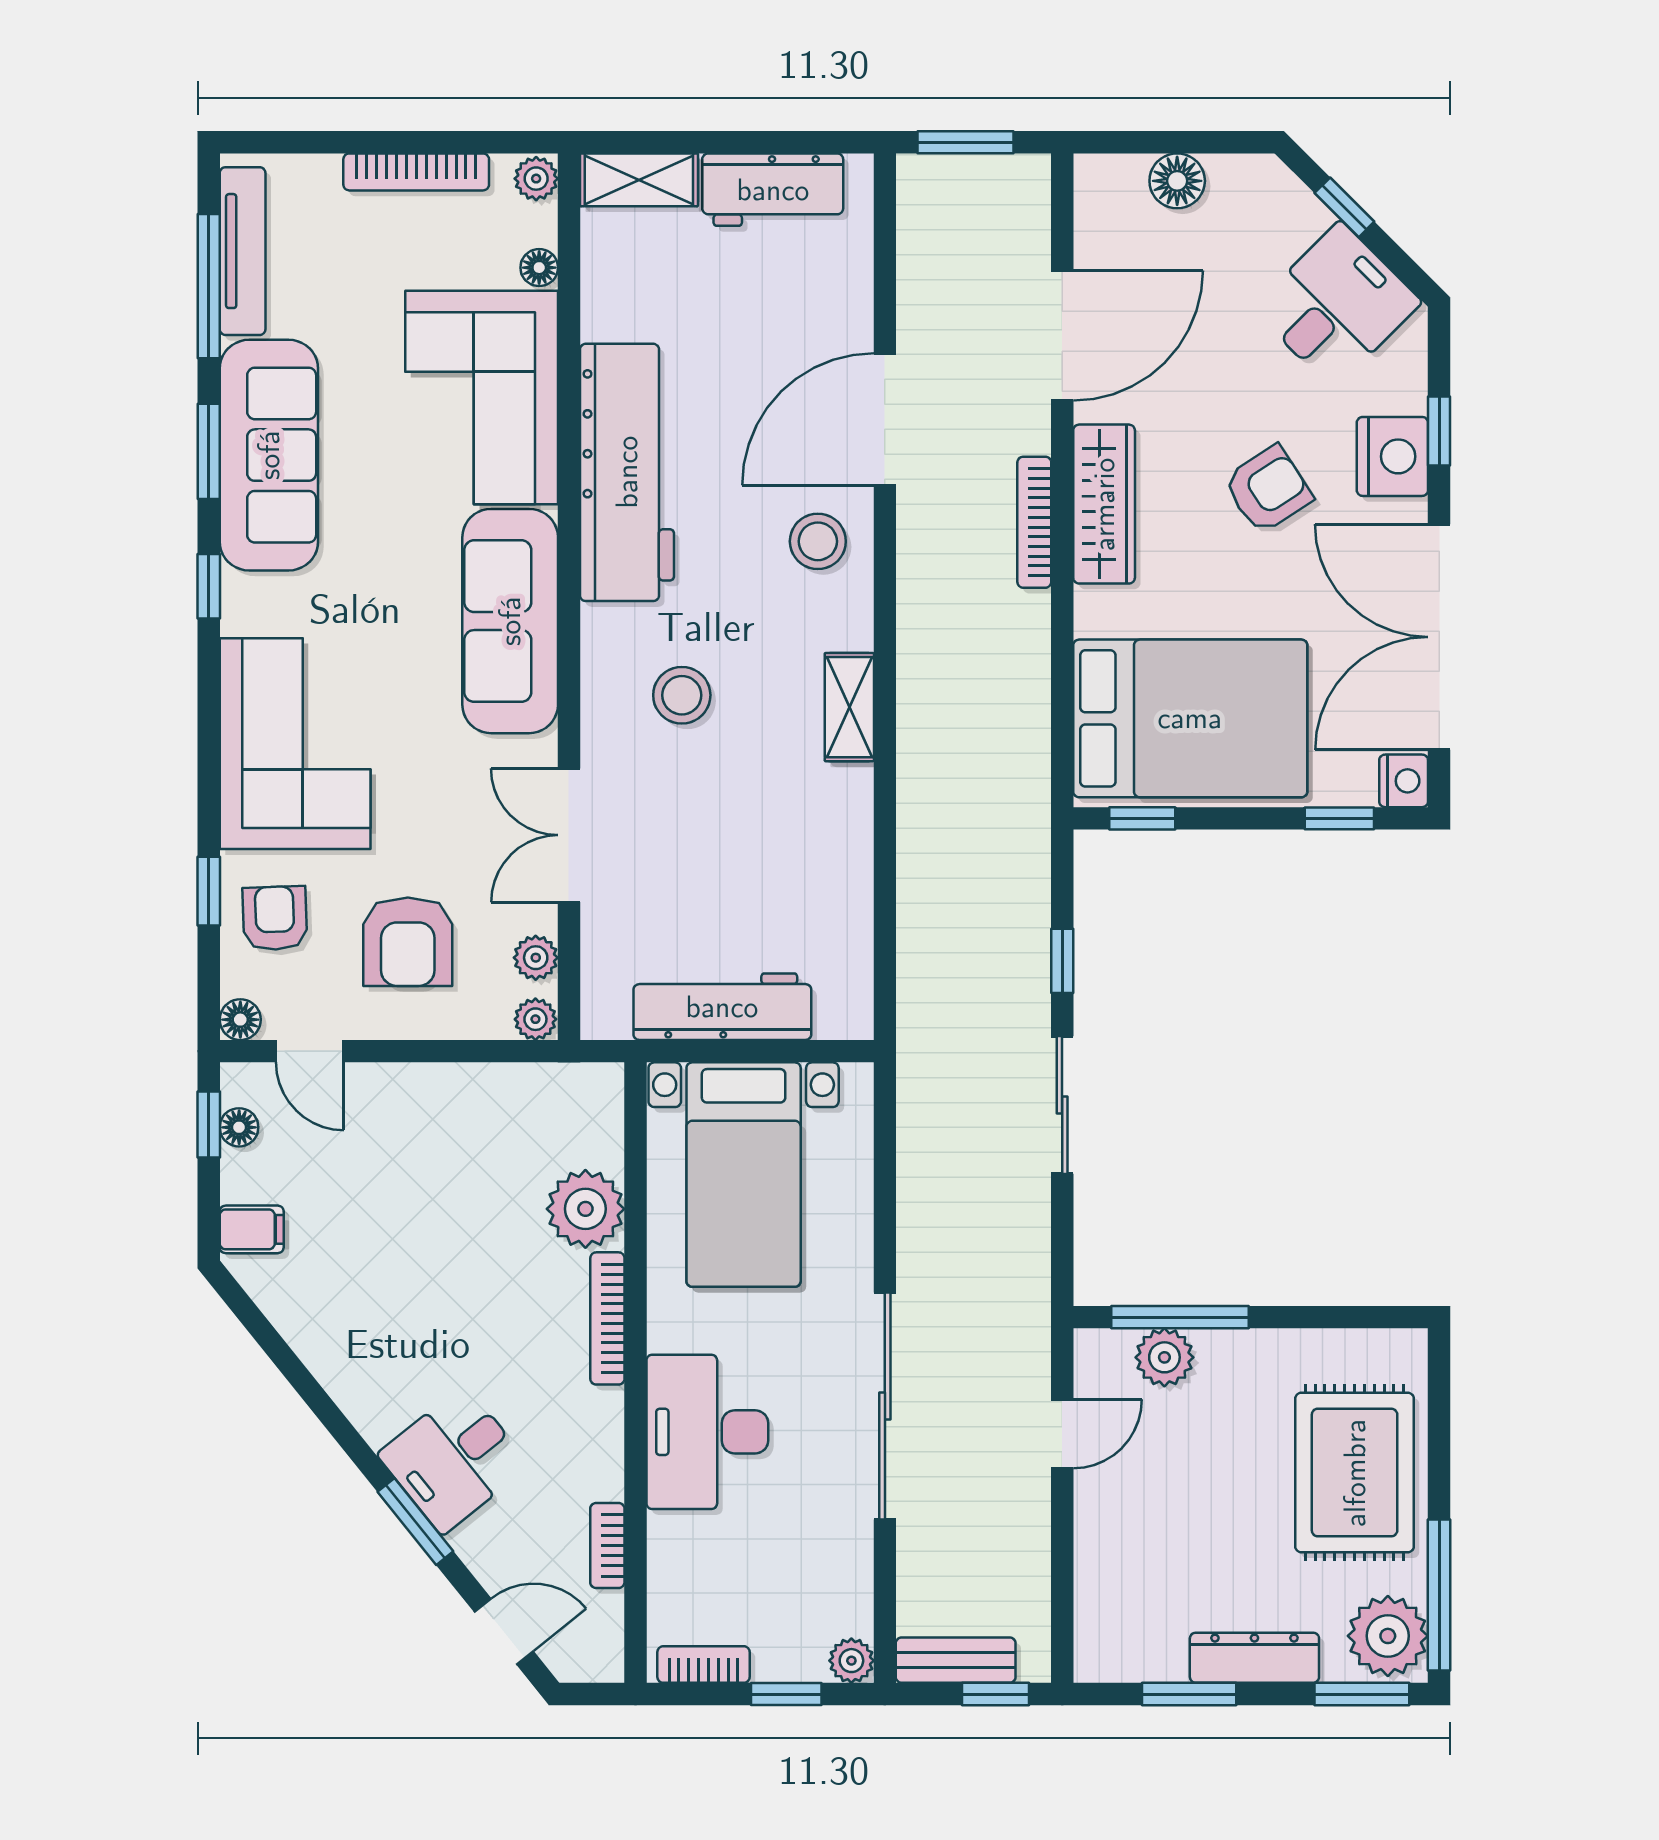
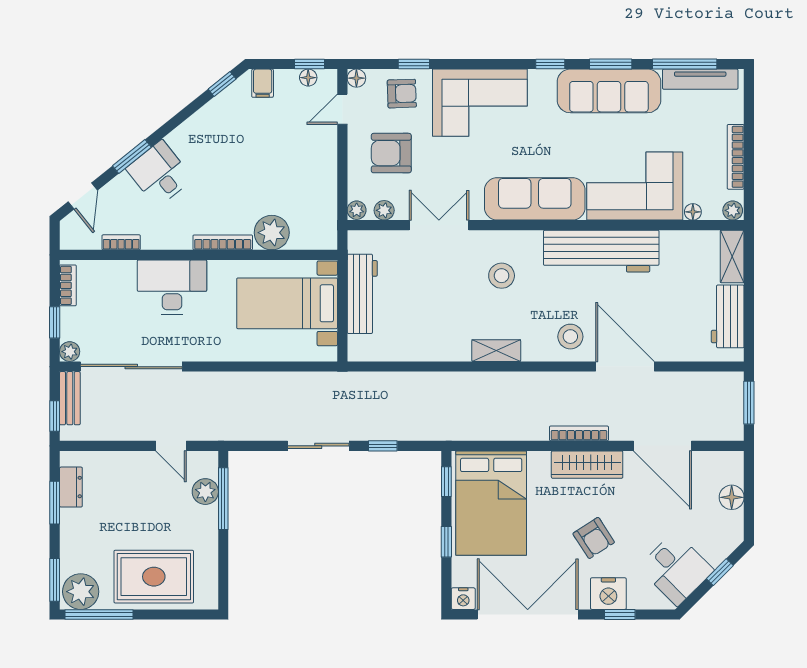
window: (1339, 818) -> (446, 542), moved
window: (253, 1320) -> (222, 84), added
sliding door: (885, 1406) -> (131, 367), moved
dresser: (1254, 1658) -> (71, 487), moved, width x0.70

